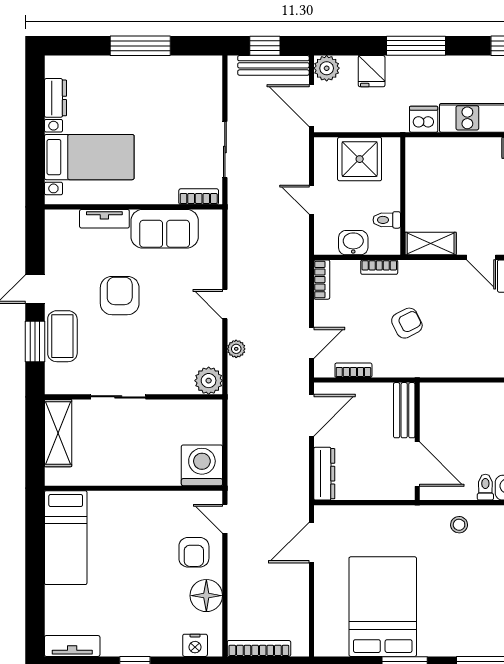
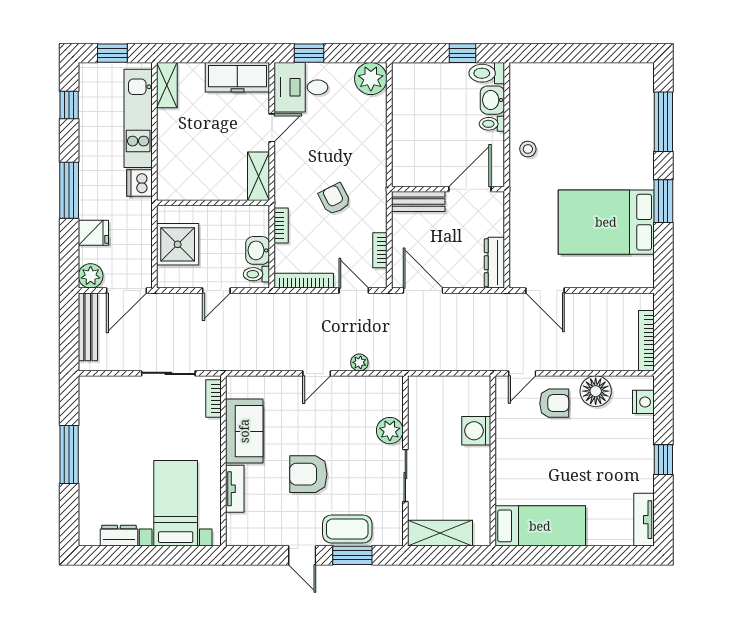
window: (265, 46) -> (69, 335), removed
toilet: (387, 220) -> (256, 274), moved, turned 90
bookcase: (322, 280) -> (304, 281), width x1.56
plant: (209, 381) -> (390, 431), moved
washing machine: (202, 465) -> (476, 431), moved, width x0.73, depth x0.73
dresser: (324, 474) -> (494, 263), moved, turned -90

